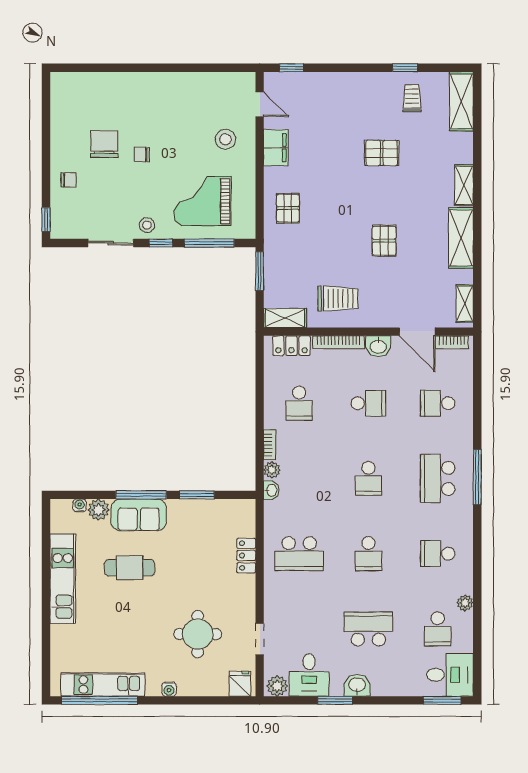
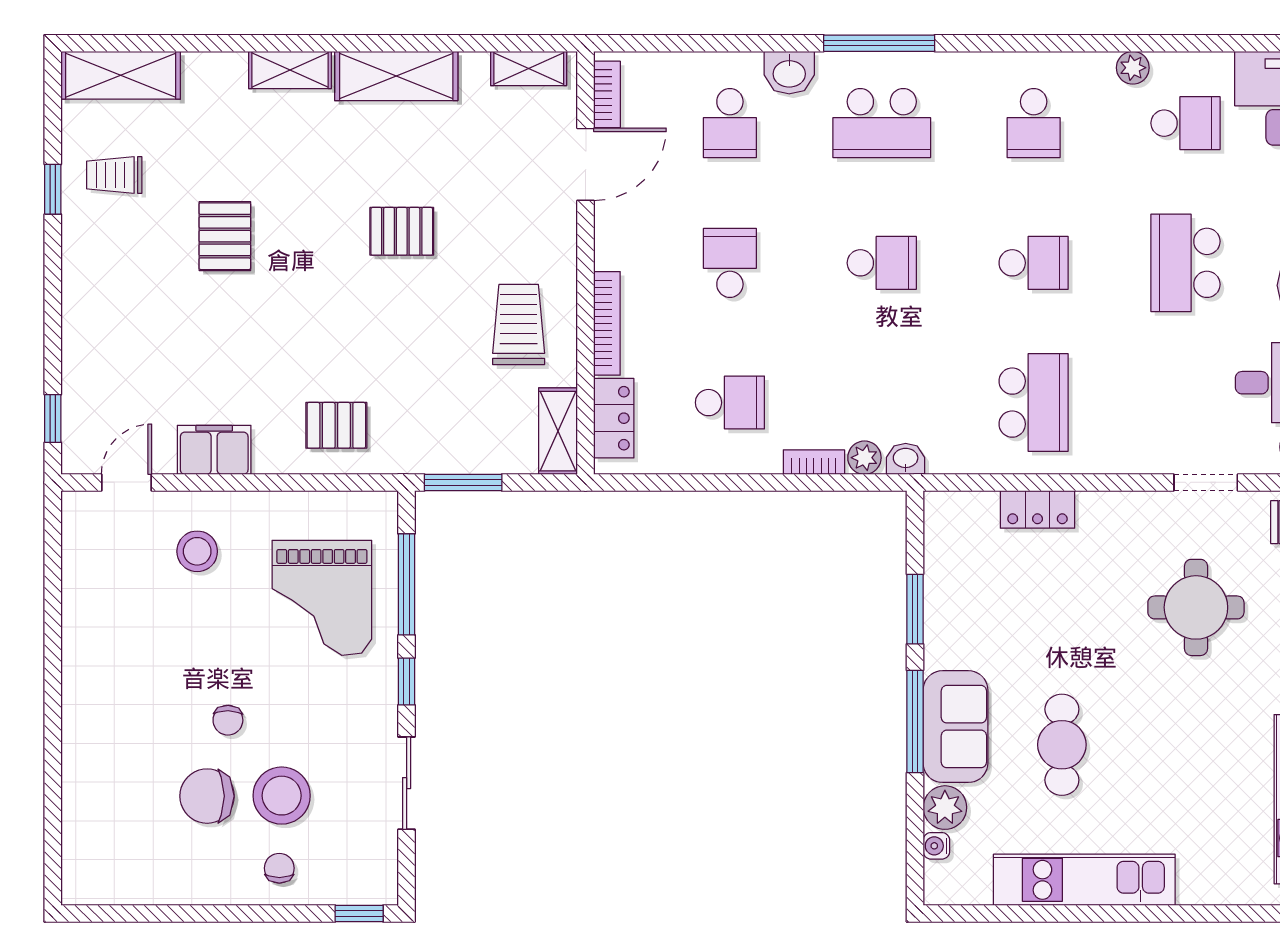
stool: (147, 225) -> (282, 796), moved, width x1.89, depth x1.89
washbasin: (378, 346) -> (789, 73), moved, turned 90

